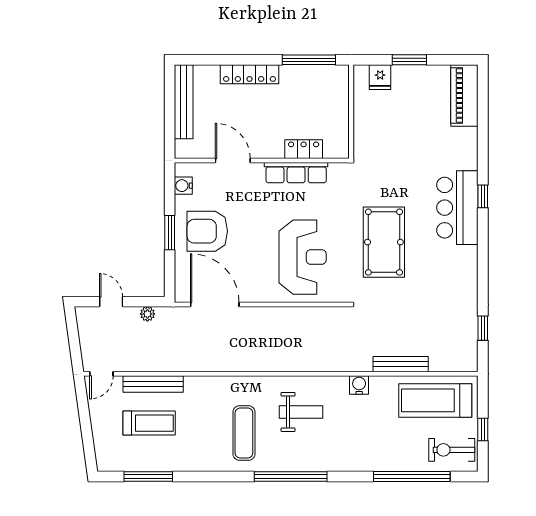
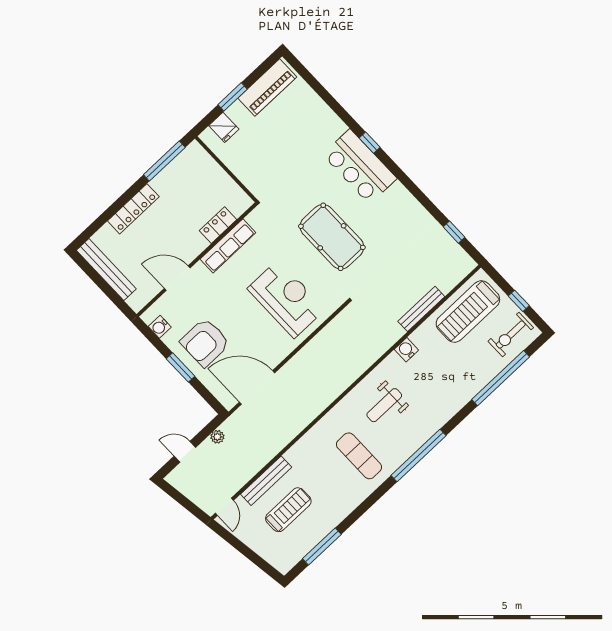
piano: (464, 95) -> (267, 87), moved, turned -90
weight bench: (301, 412) -> (384, 405), turned 180

